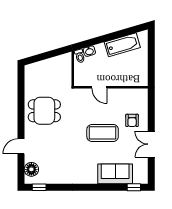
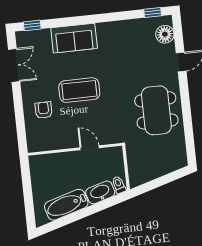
washbasin: (89, 51) -> (100, 192), width x1.91, depth x1.45
dining table: (44, 111) -> (156, 110), width x1.37
double door: (151, 144) -> (14, 65), moved
sofa: (115, 174) -> (74, 38), moved

